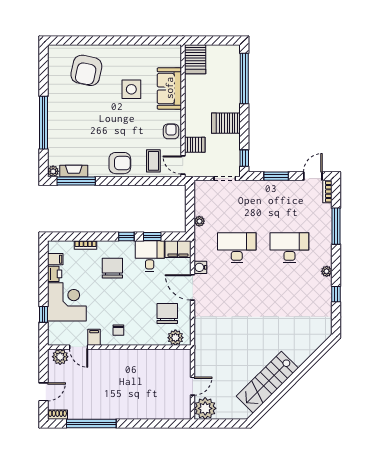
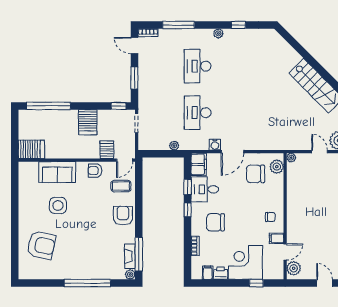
plant: (186, 354) -> (291, 158), added

